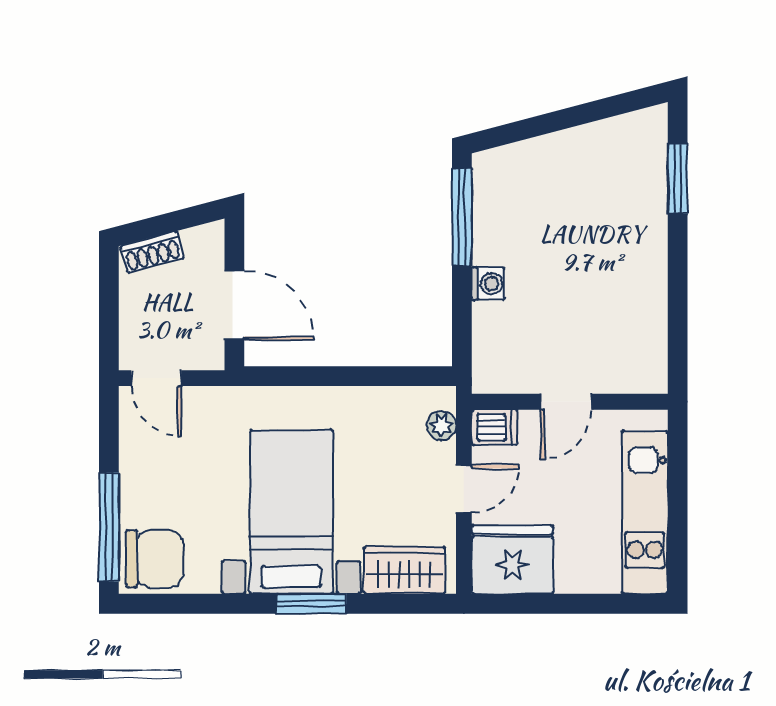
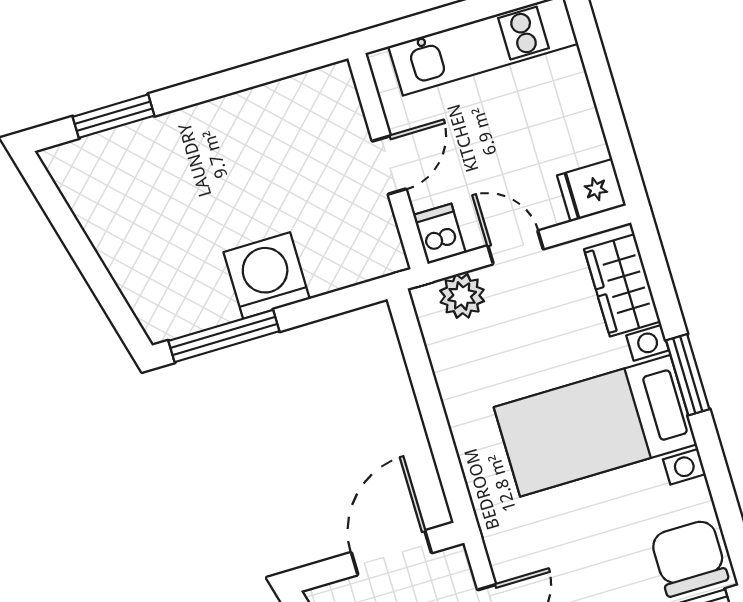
washing machine: (488, 284) -> (267, 276), width x1.89, depth x1.89
door: (566, 402) -> (389, 165), hinge flipped
plant: (441, 425) -> (462, 296), width x1.38, depth x1.38
fridge: (512, 559) -> (591, 190), width x0.53, depth x0.75

